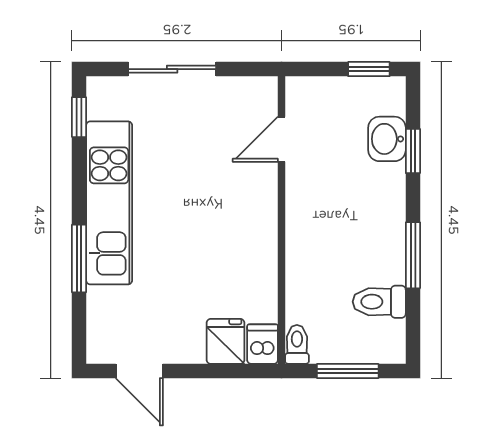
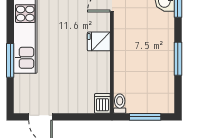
toilet: (379, 302) -> (161, 82), removed
fridge: (225, 341) -> (99, 41), moved, turned -90

